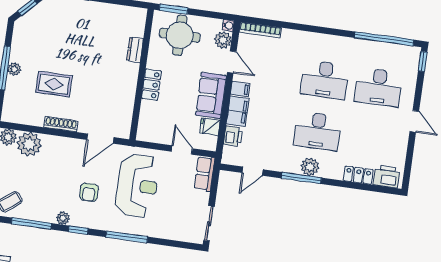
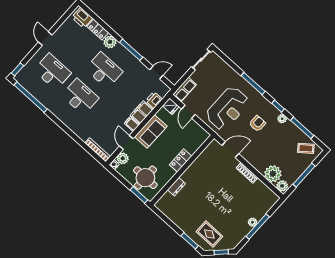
rug: (54, 84) -> (209, 234), moved
fridge: (210, 127) -> (171, 106), moved
plant: (310, 167) -> (110, 42), moved
reception desk: (137, 186) -> (227, 109), turned 180

